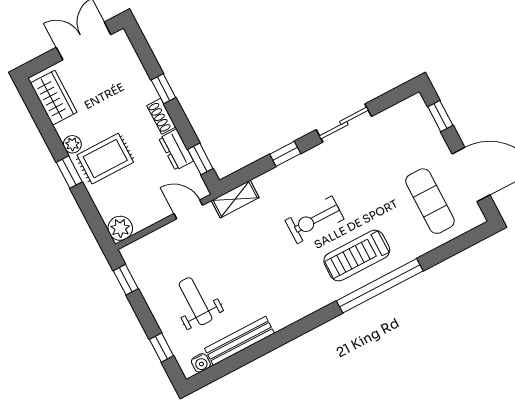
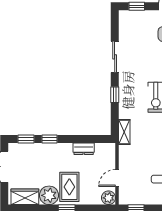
shoe rack: (161, 116) -> (63, 147), removed
plant: (72, 144) -> (49, 195), width x1.88, depth x1.88
window: (200, 159) -> (26, 139), moved
door: (188, 209) -> (117, 178), moved

